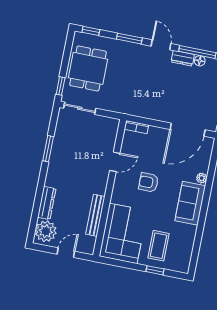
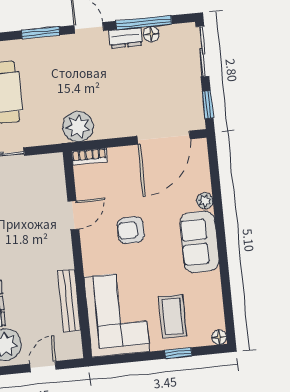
plant: (135, 106) -> (78, 127), added
floor lamp: (184, 268) -> (219, 337), added

